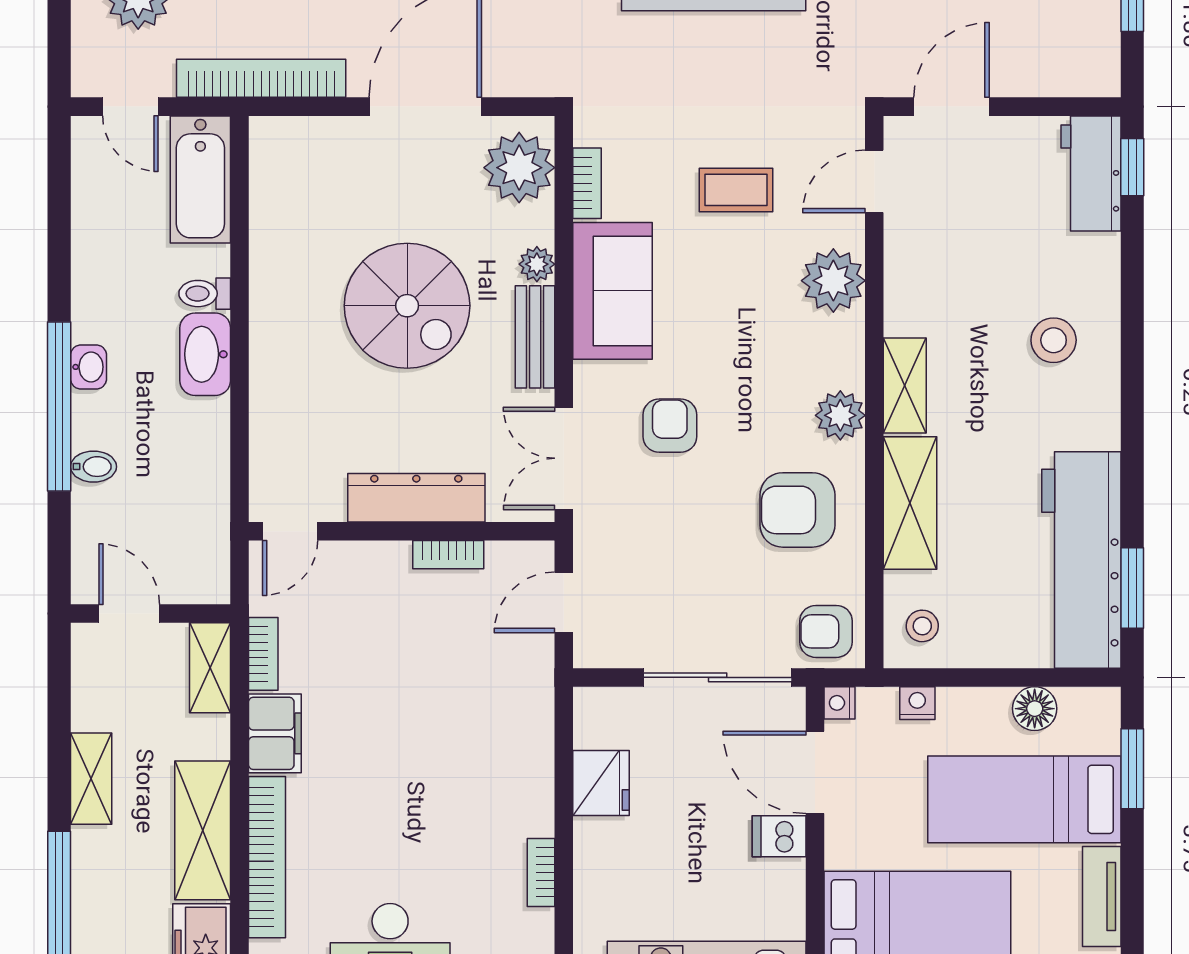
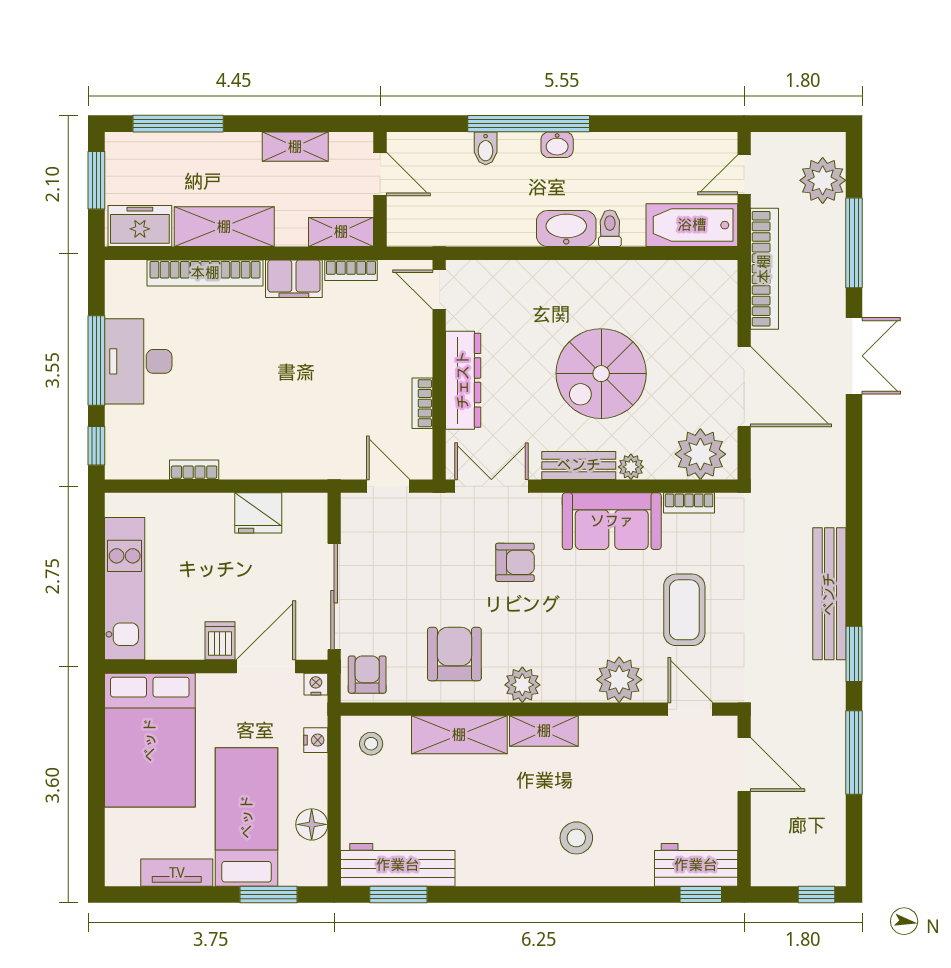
coffee table: (736, 190) -> (684, 610), width x1.36, depth x1.30
workbench: (1081, 560) -> (398, 865), width x0.73, depth x0.76
door: (129, 613) -> (380, 174), hinge flipped
shelving: (91, 779) -> (295, 147), moved

